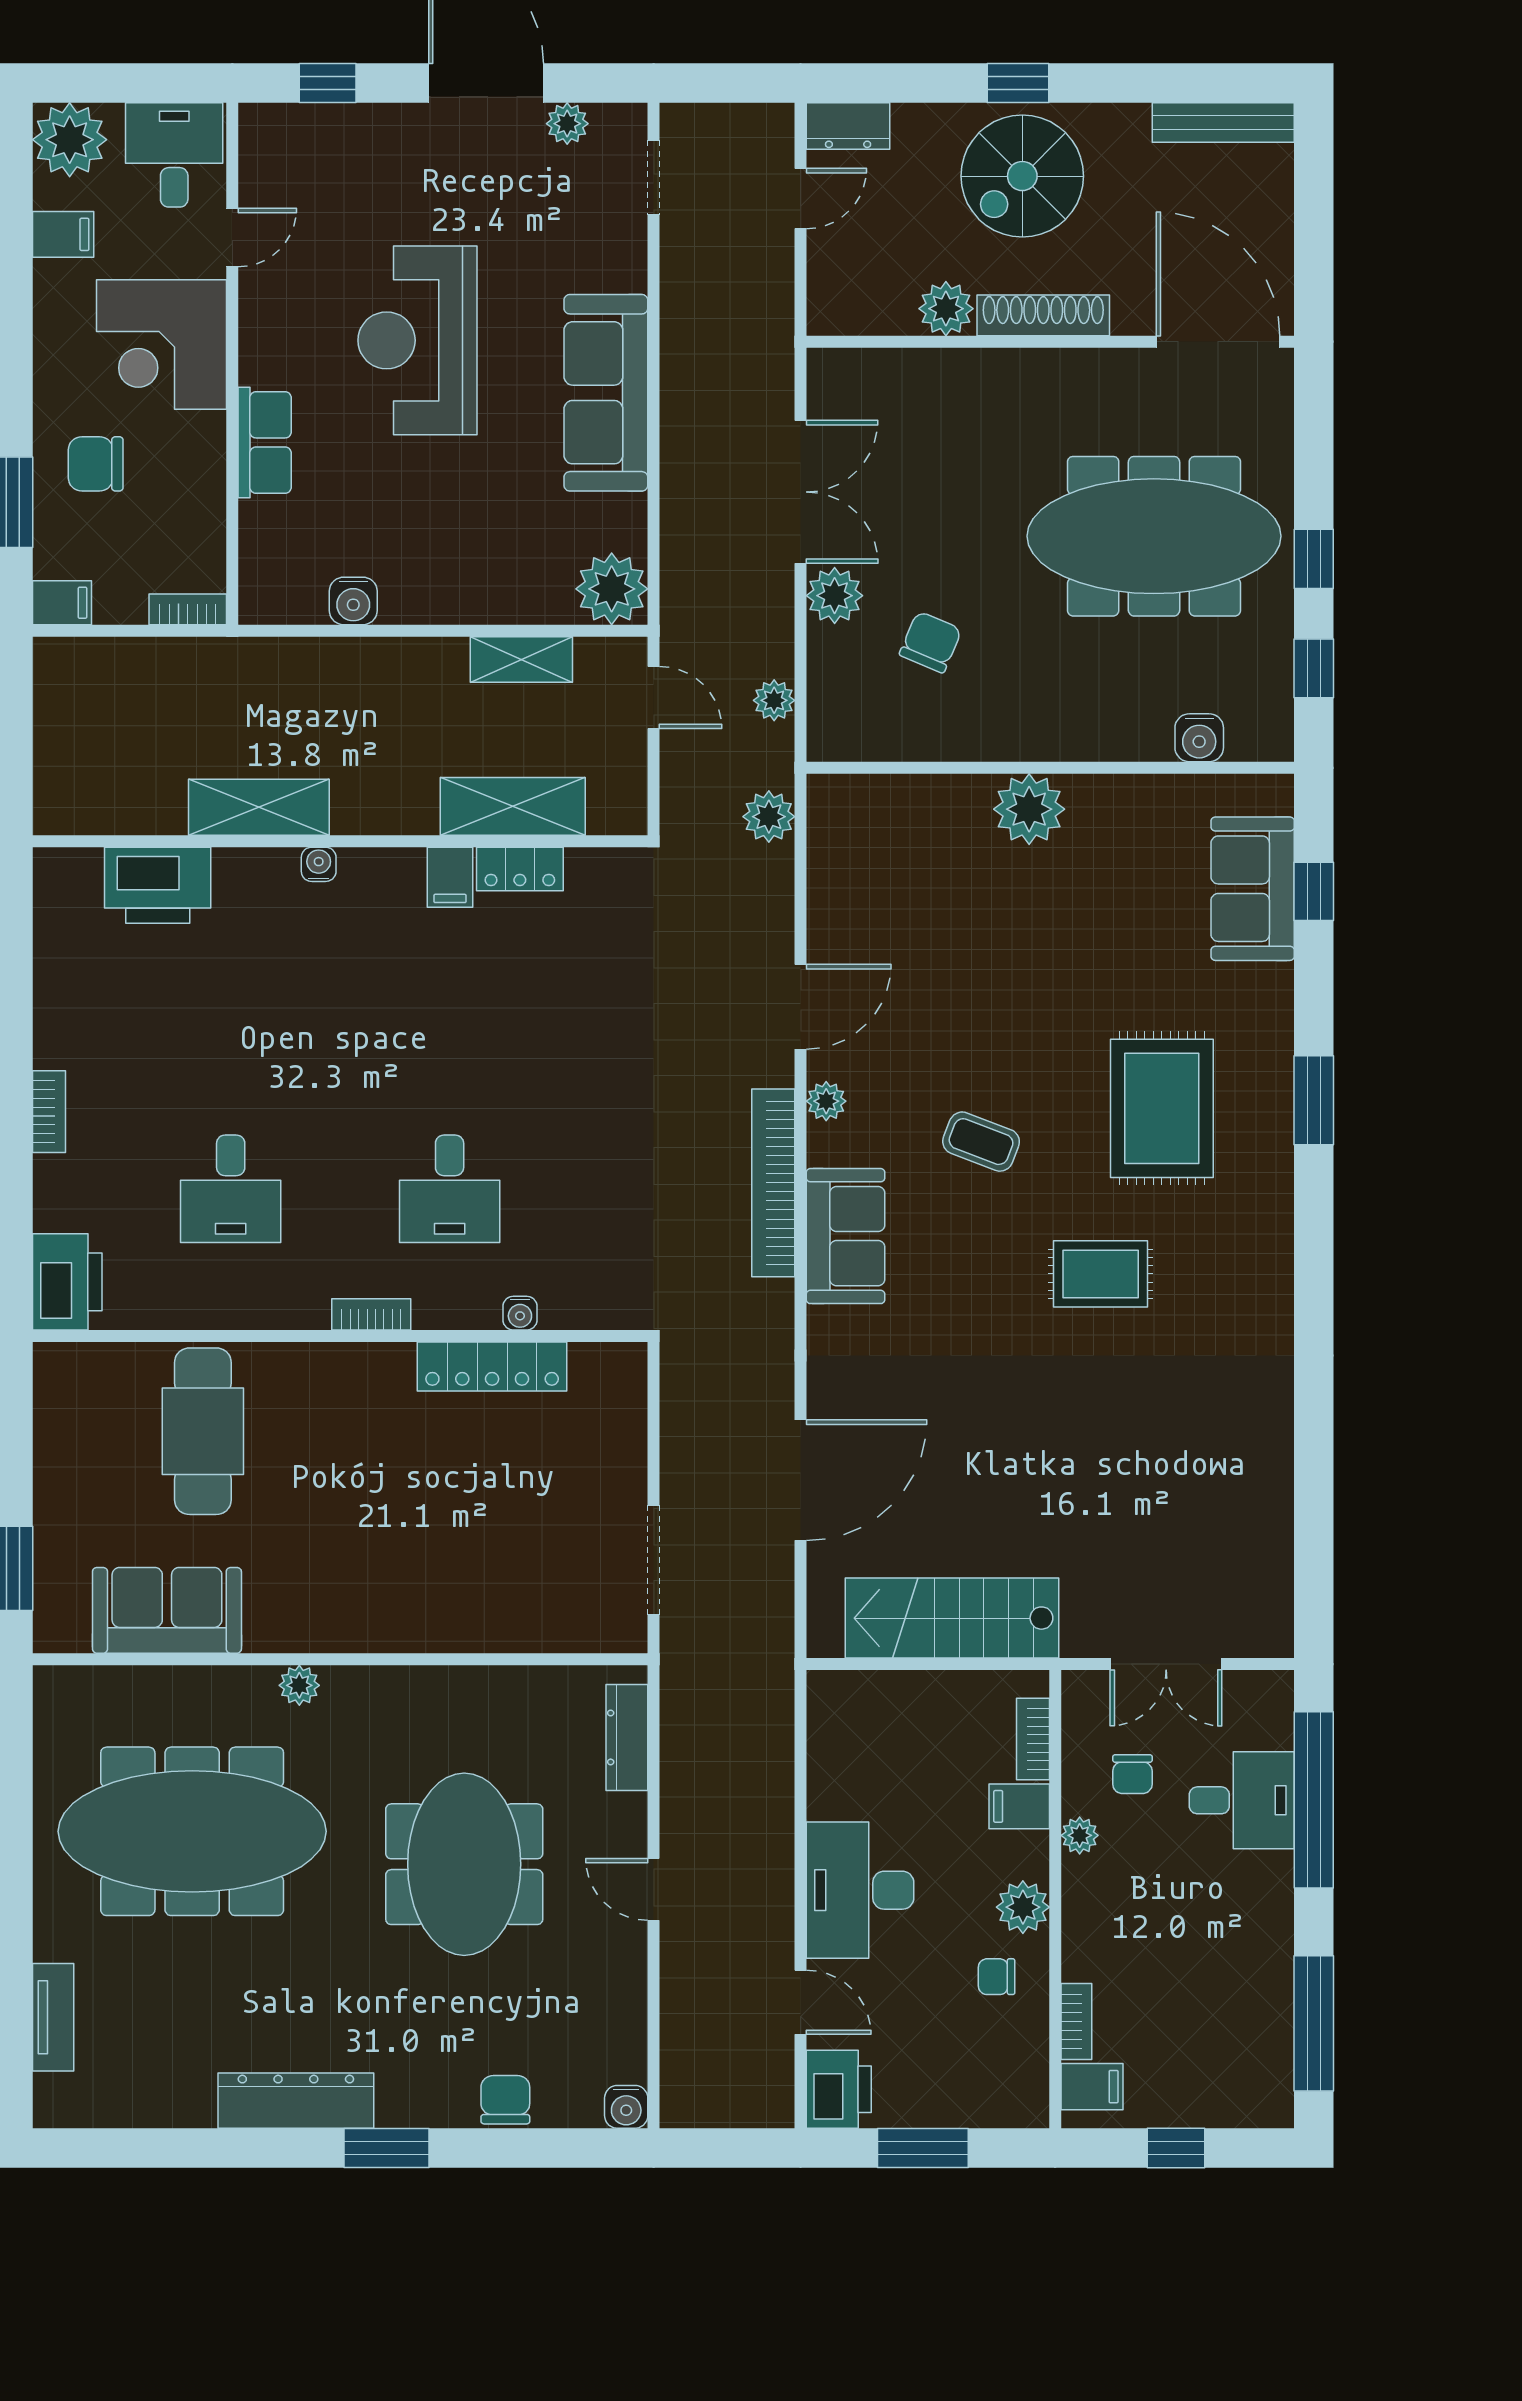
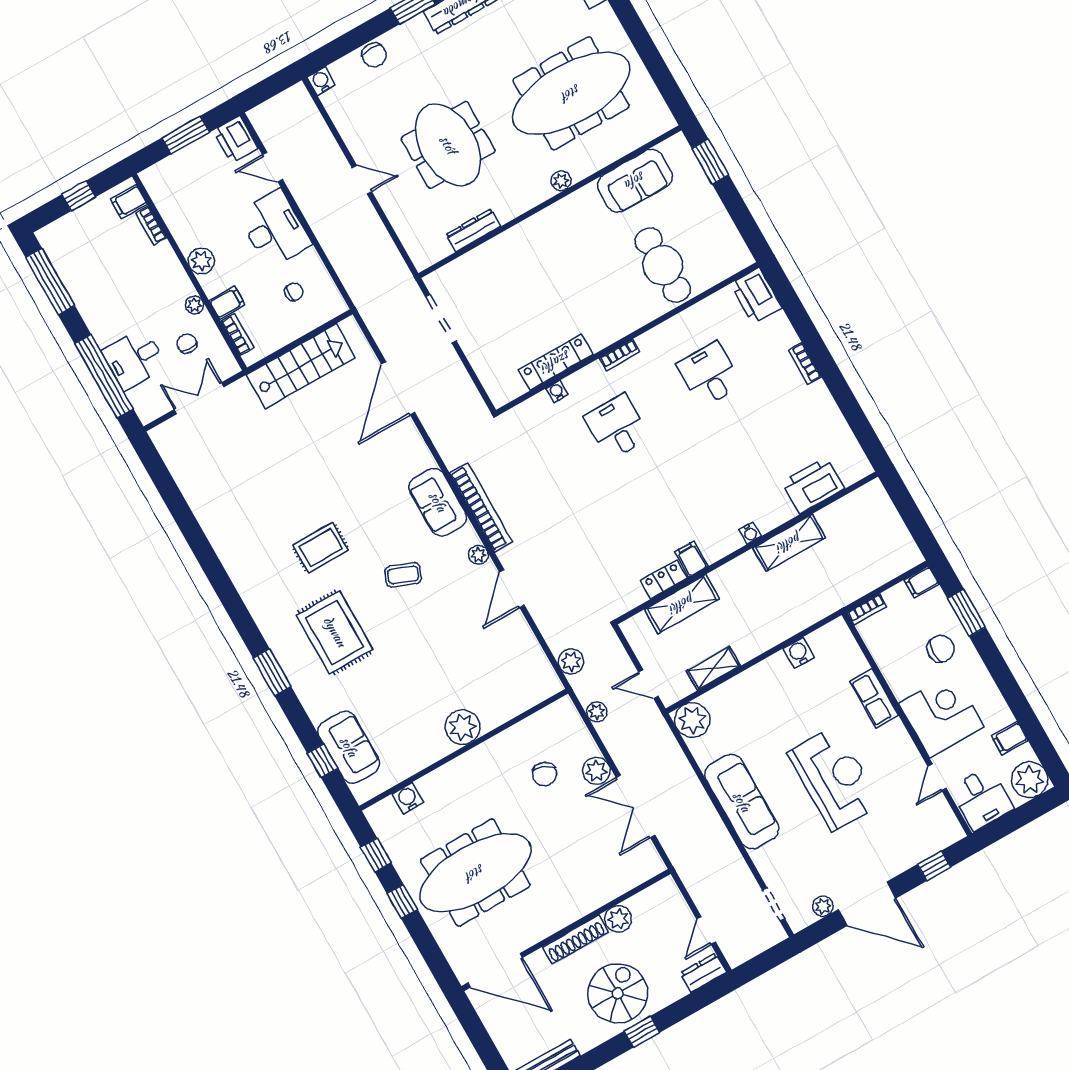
dresser: (627, 1737) -> (473, 230), moved, turned -90
chair: (997, 1977) -> (294, 292), moved

